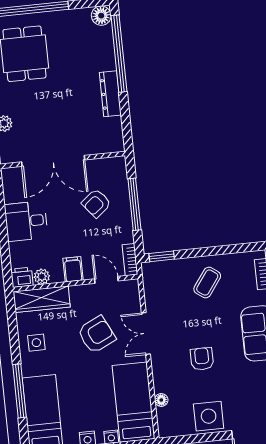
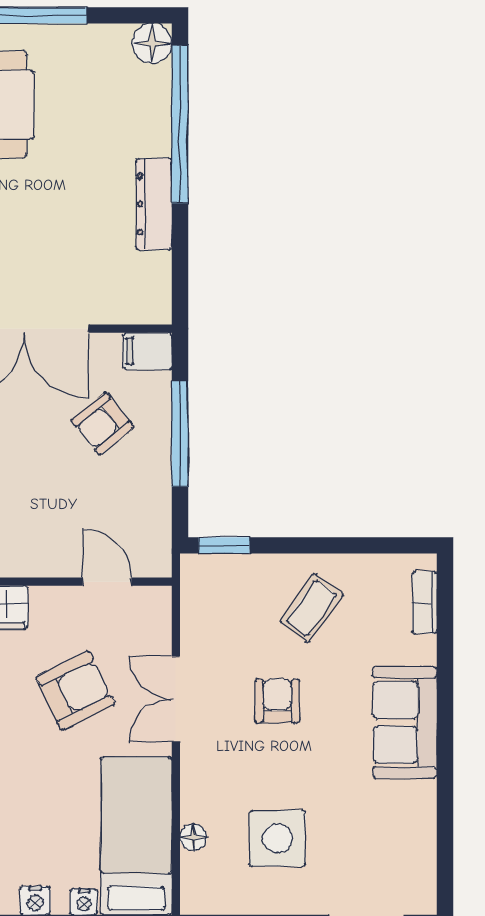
bookcase: (130, 260) -> (159, 546), removed
filing cabinet: (73, 269) -> (147, 351), moved, turned -90
armchair: (202, 359) -> (277, 701), moved
side table: (209, 416) -> (277, 838), moved

